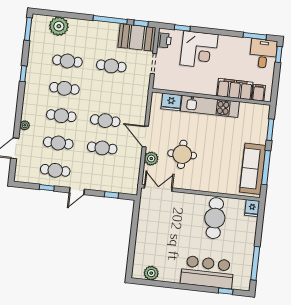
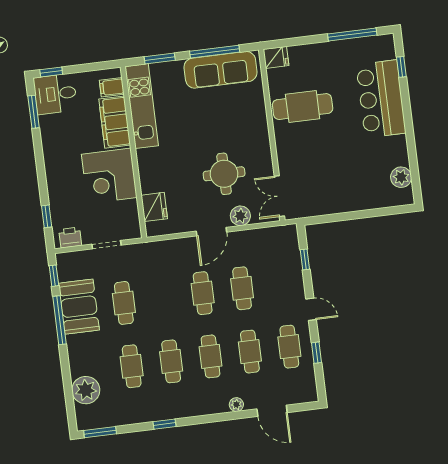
booth: (137, 37) -> (79, 307), moved
corner desk: (199, 50) -> (109, 176), moved, turned 180
kitchen unit: (210, 106) -> (142, 106), moved

